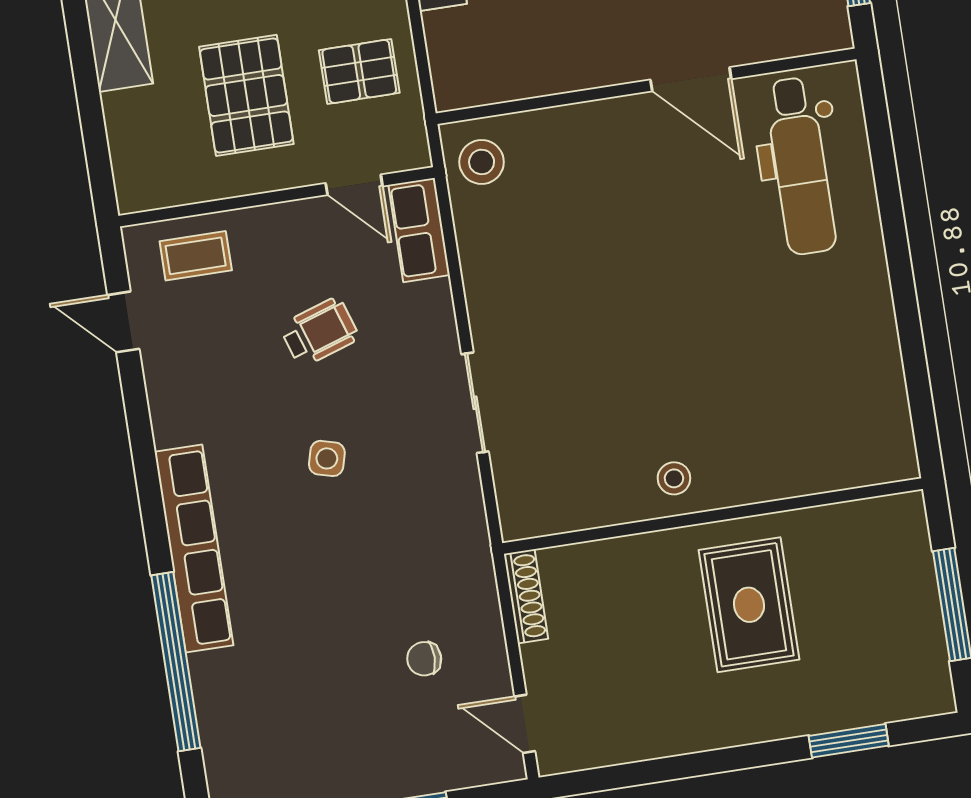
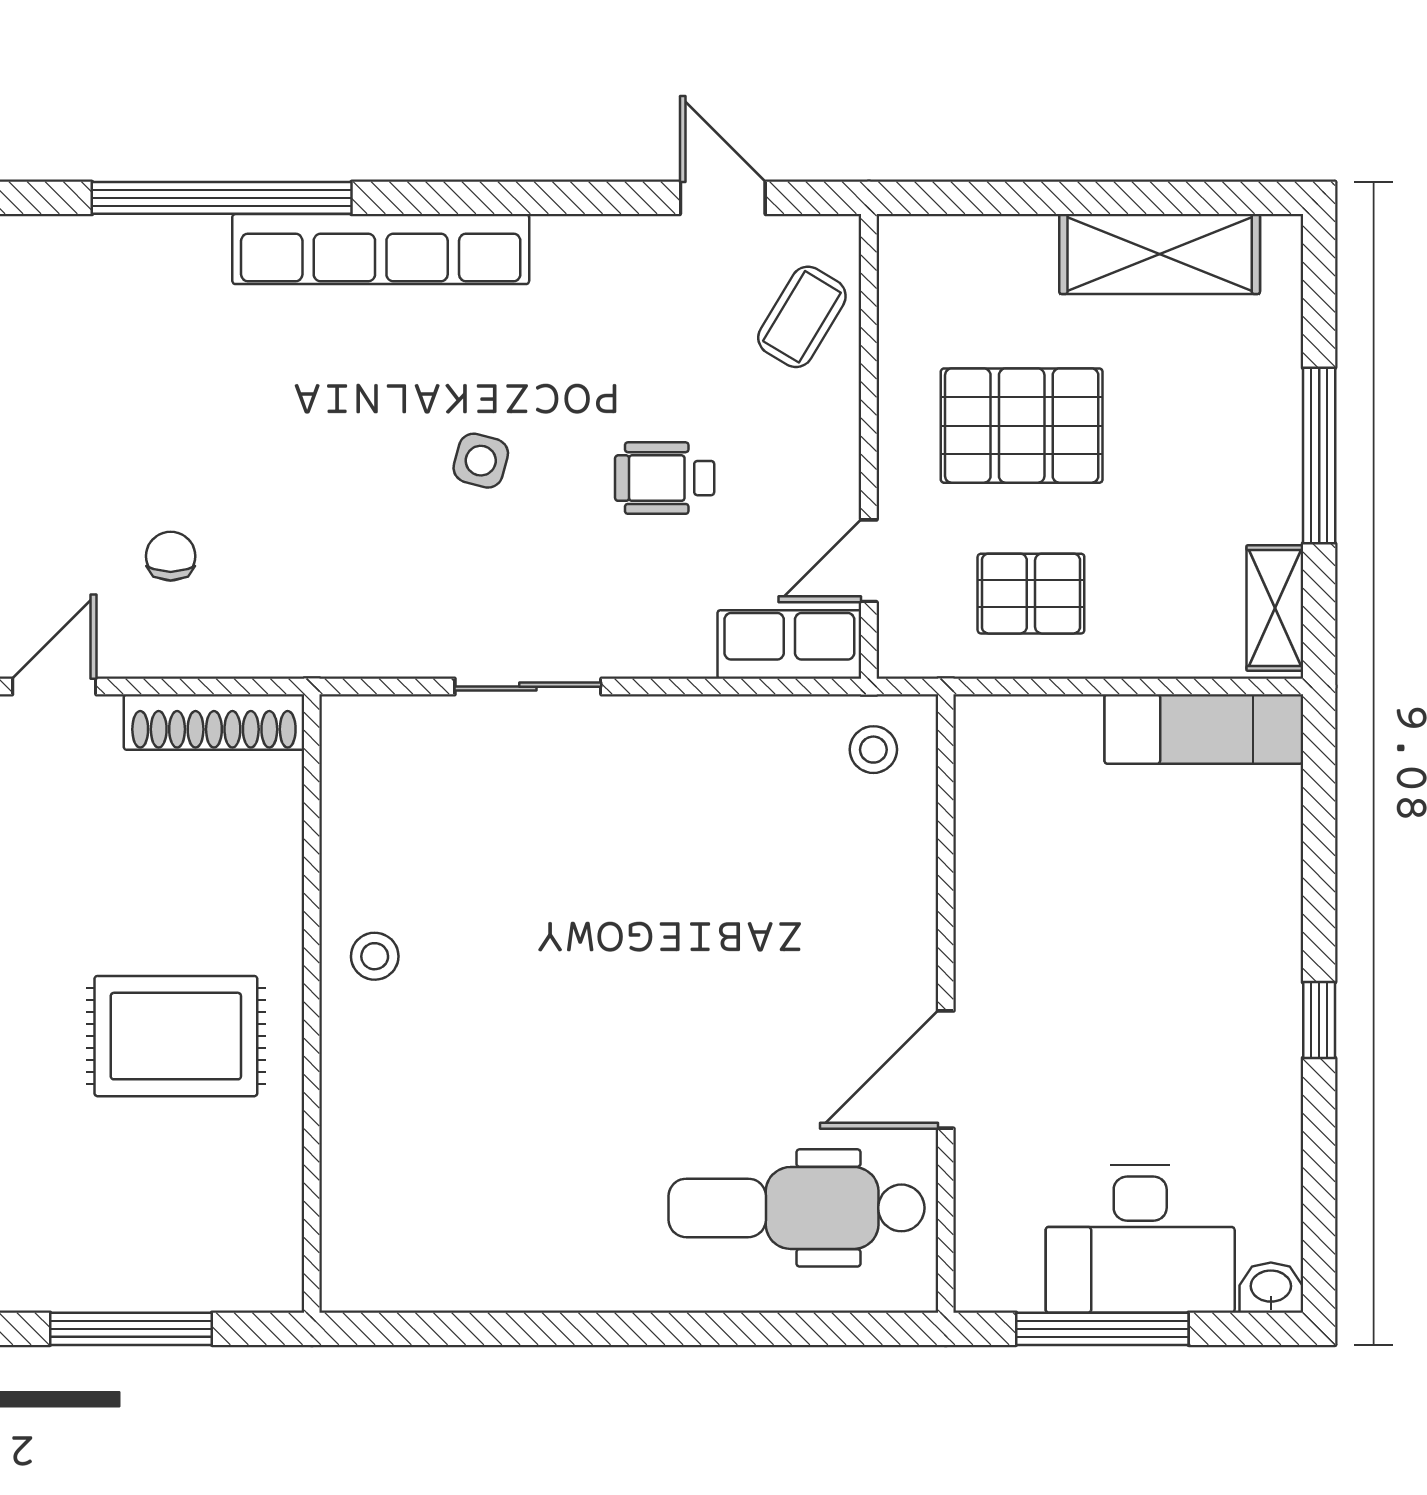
pallet: (359, 71) -> (1031, 594), turned 90
stool: (482, 162) -> (873, 750), width x0.73, depth x0.73
coffee table: (196, 256) -> (802, 317), turned 31
door: (123, 322) -> (723, 198), hinge flipped
wheelchair: (319, 332) -> (665, 478), turned 108
shoe rack: (526, 596) -> (214, 722), width x1.36, depth x1.24

